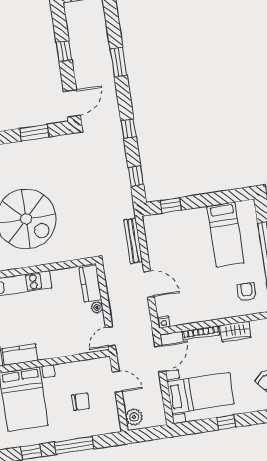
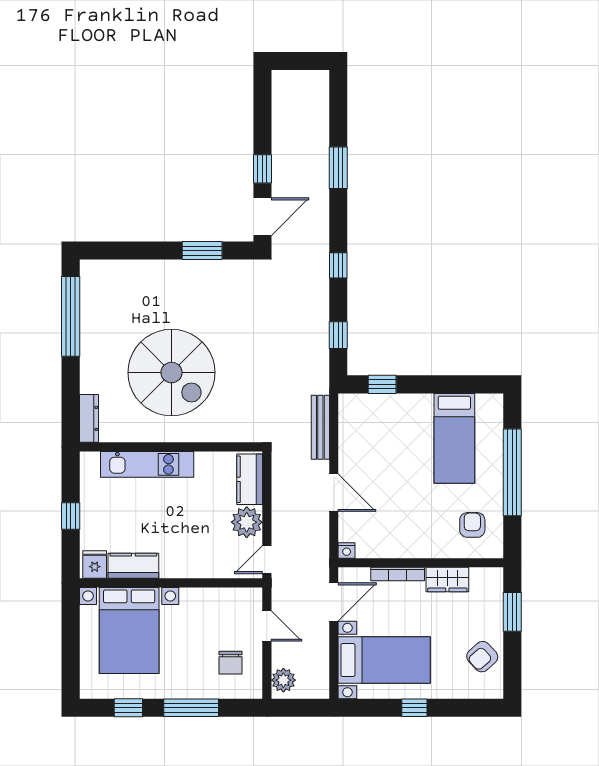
window: (64, 51) -> (262, 169), moved
plant: (97, 307) -> (247, 522), width x1.88, depth x1.88
chair: (80, 402) -> (231, 663), moved, turned 90

